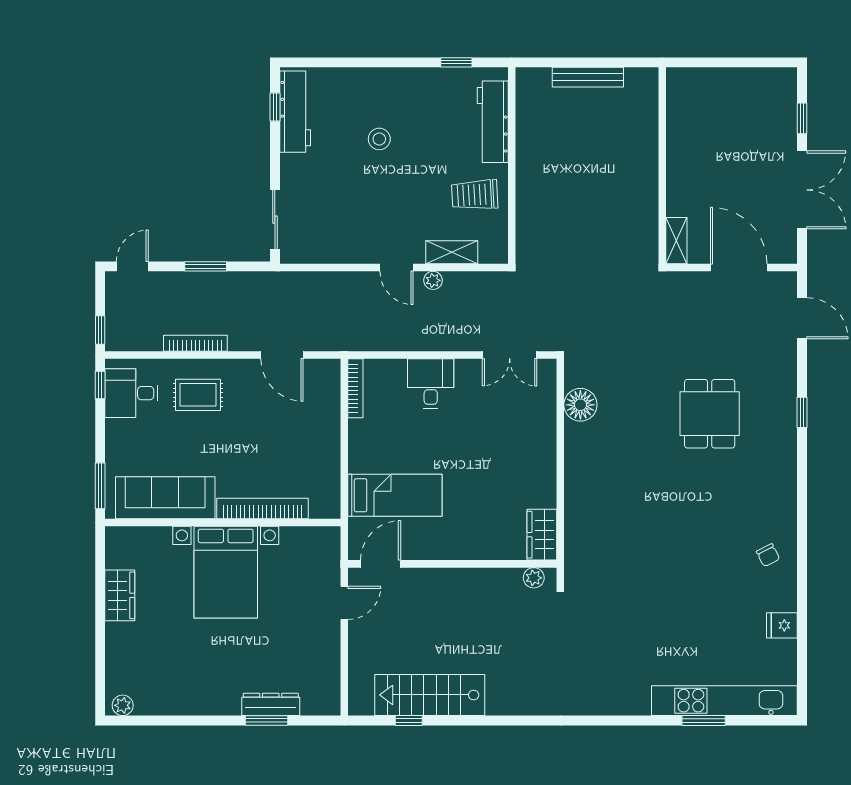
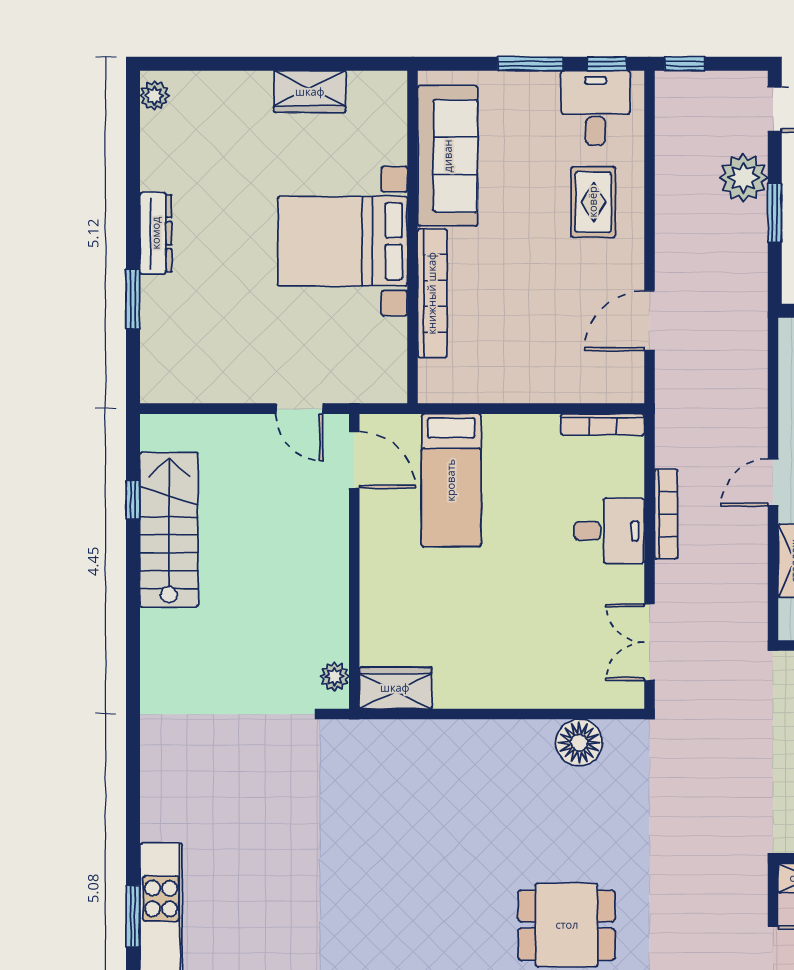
plant: (433, 280) -> (744, 178), moved, width x1.88, depth x1.88
bookcase: (195, 343) -> (666, 514), moved
window: (100, 486) -> (531, 64), moved
dresser: (271, 704) -> (156, 233), moved

